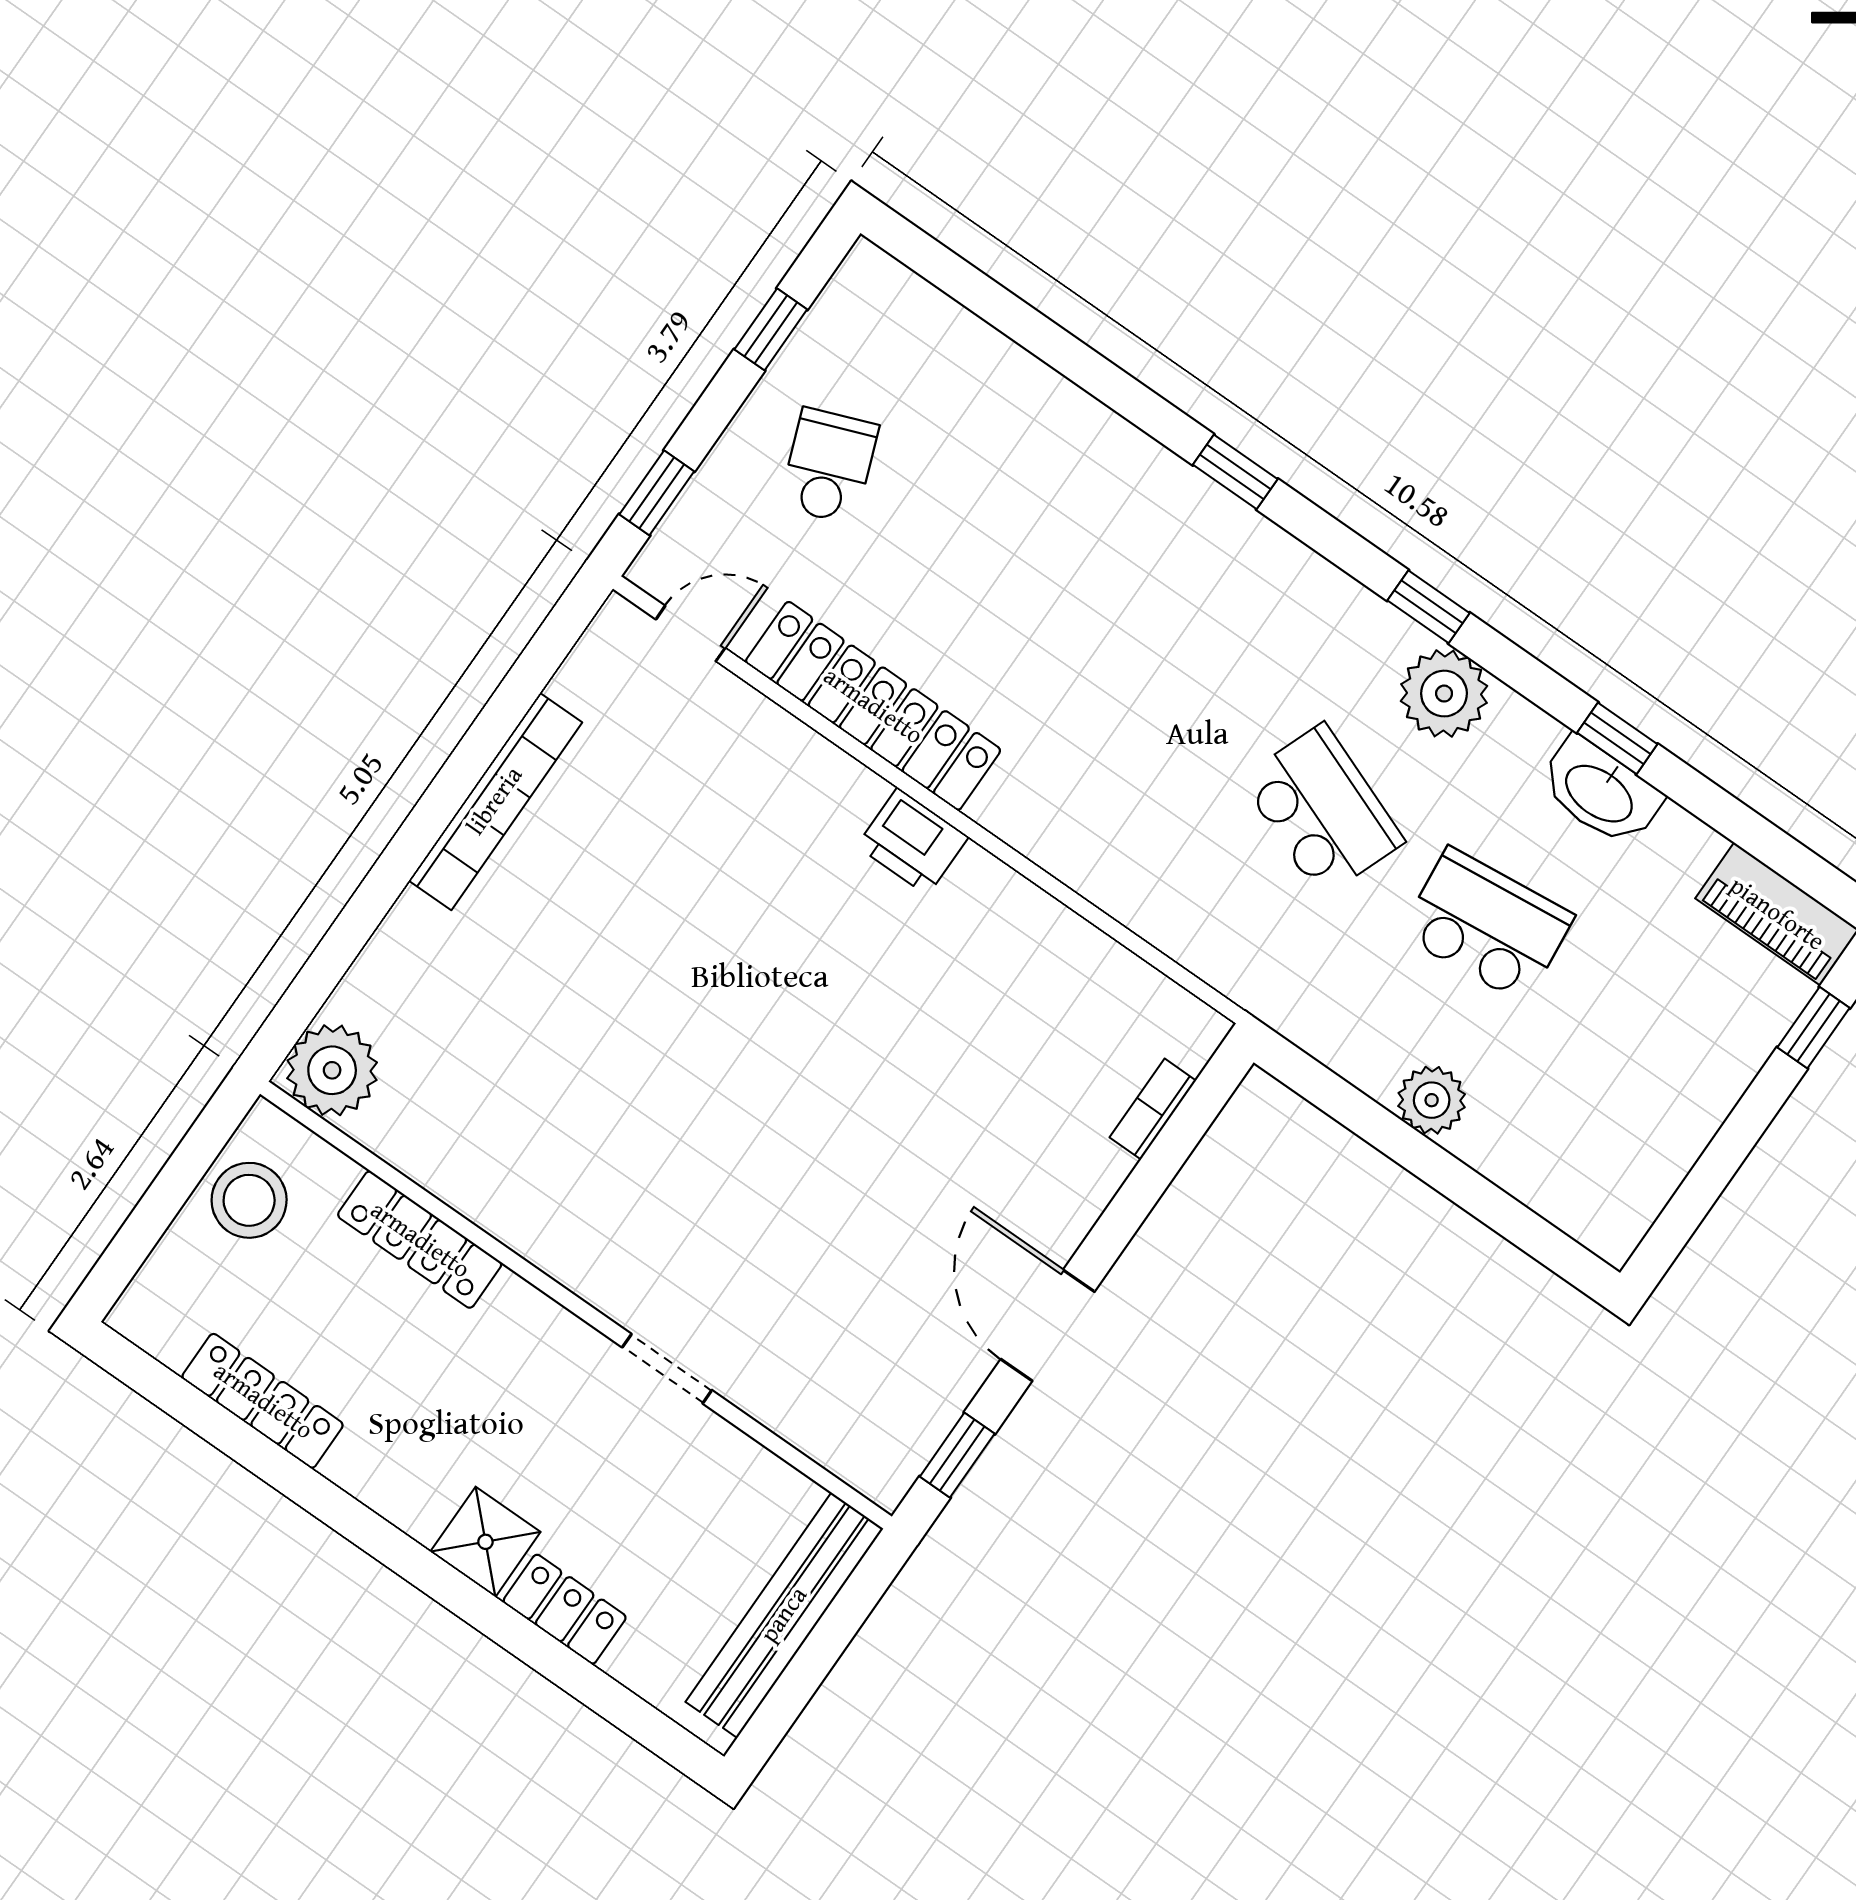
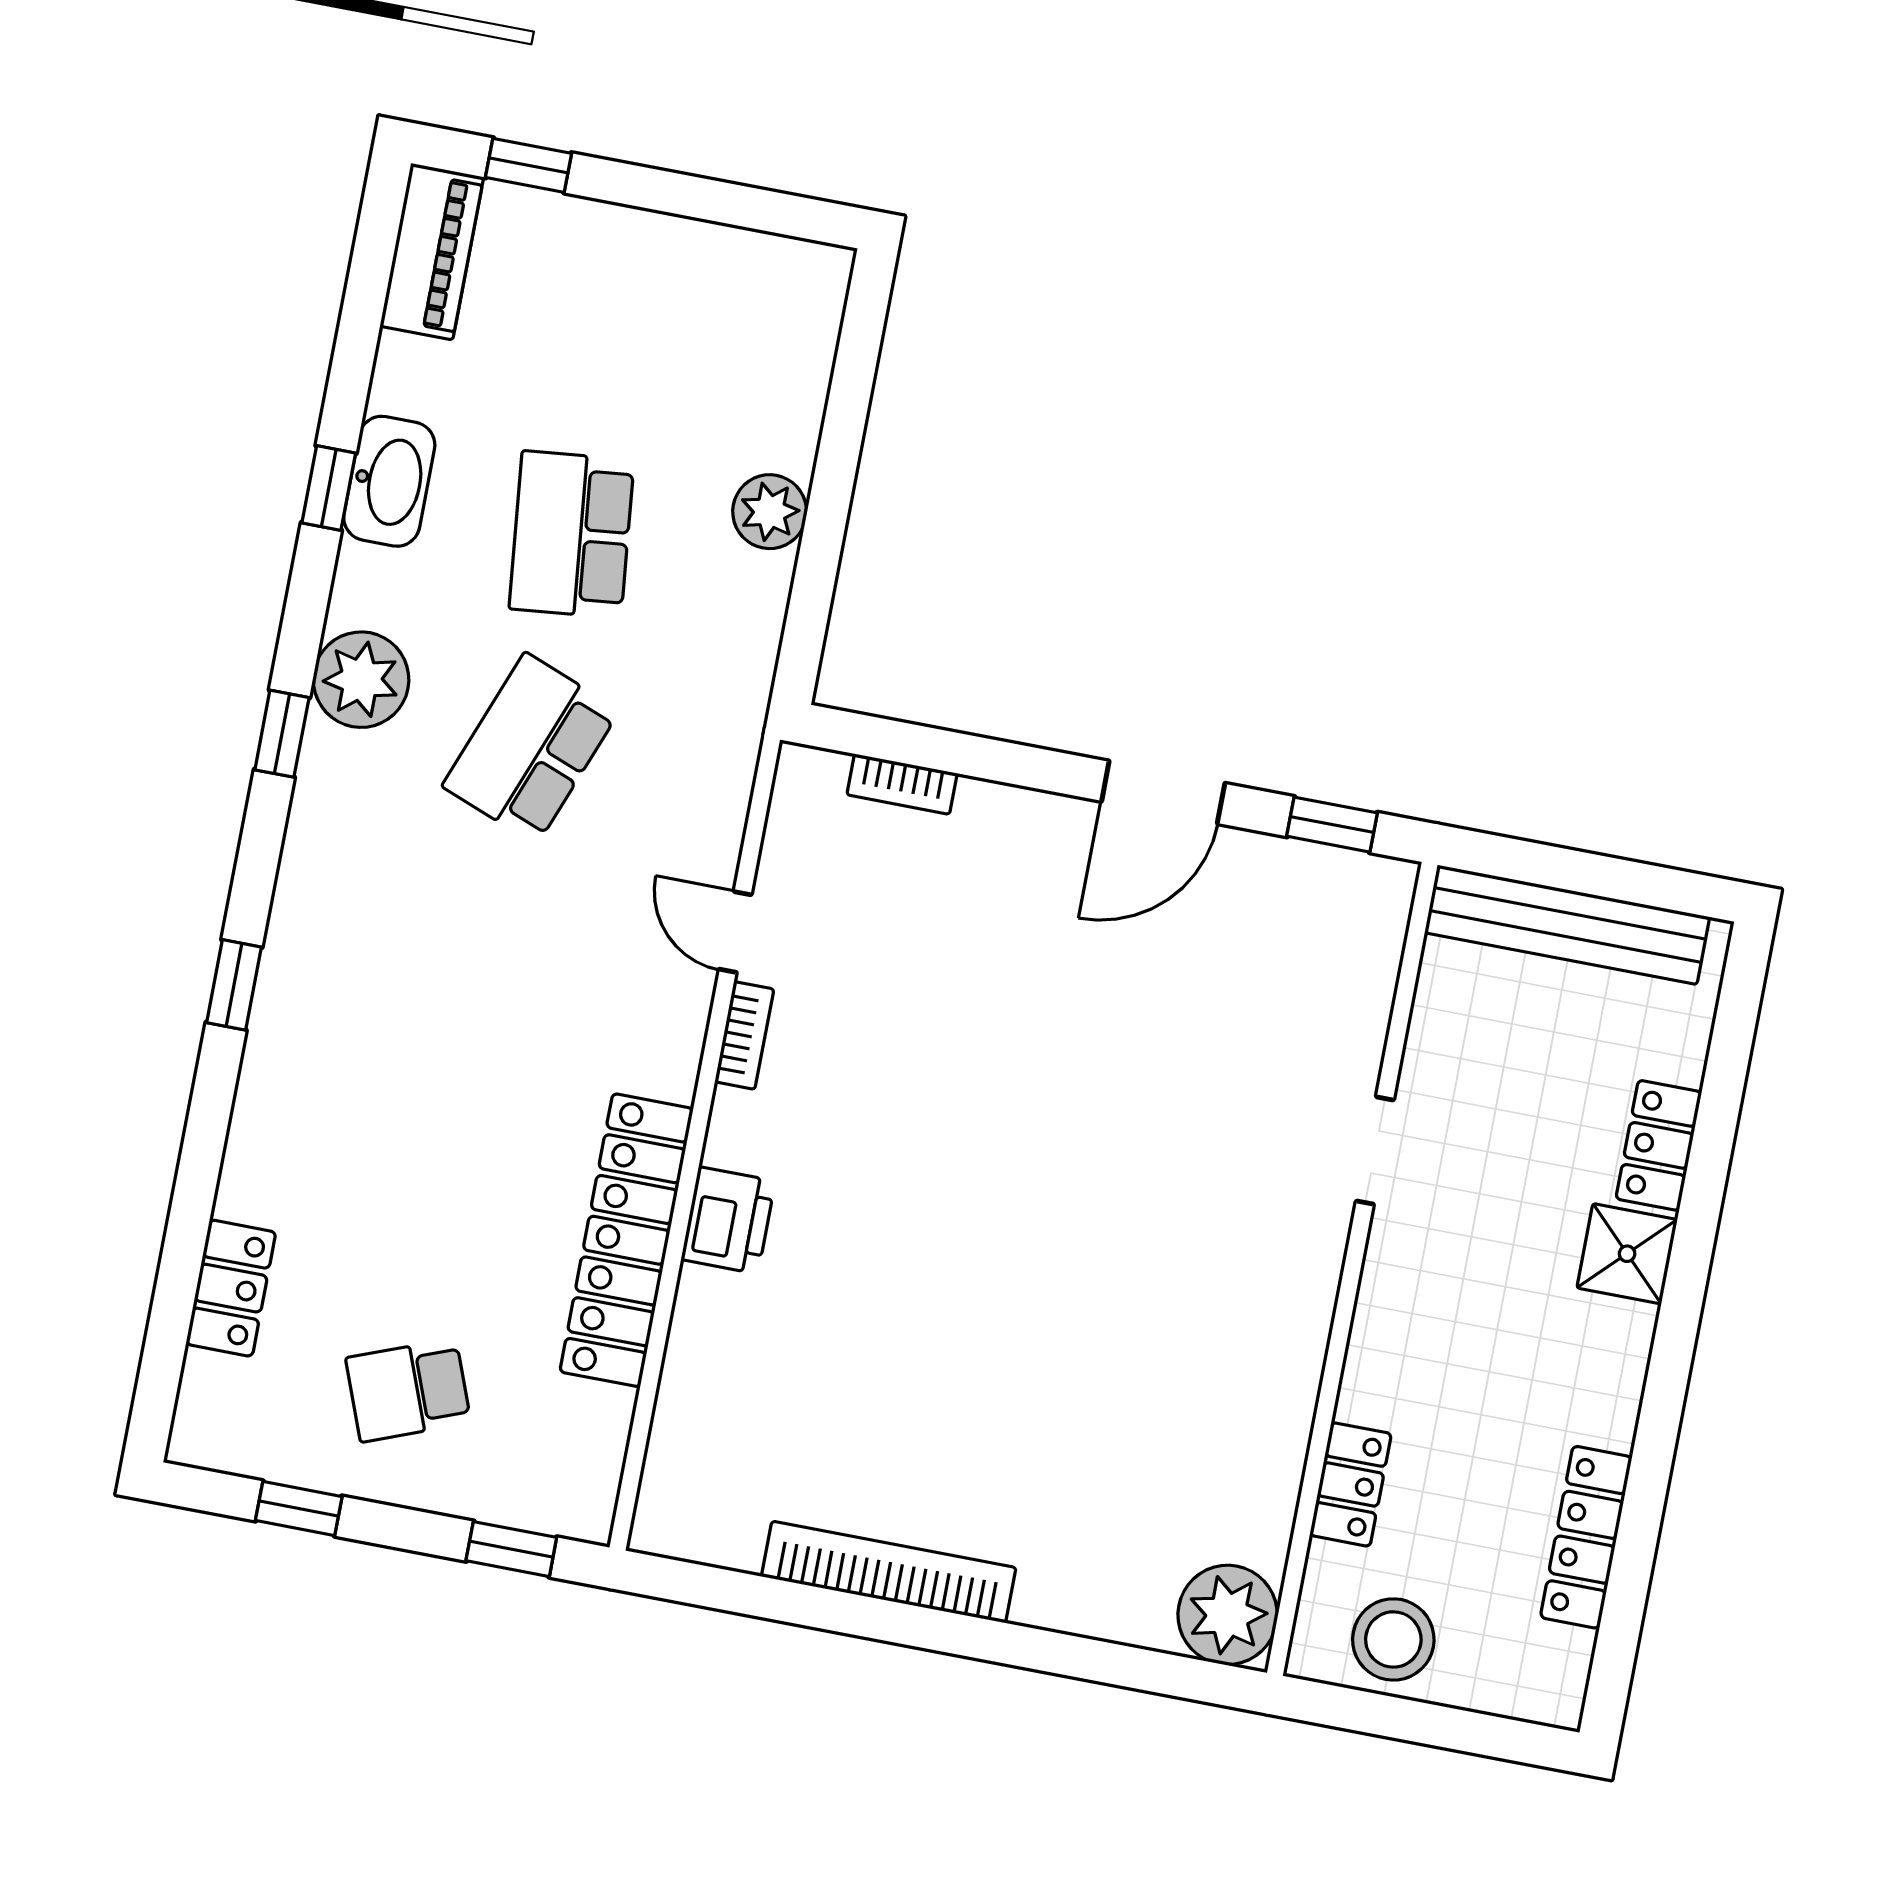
locker: (982, 355) -> (231, 1288), added
door: (690, 634) -> (735, 932), moved
printer: (913, 841) -> (728, 1220), moved
bookcase: (1001, 882) -> (744, 1035), added
locker: (420, 1240) -> (1351, 1484), width x0.66

